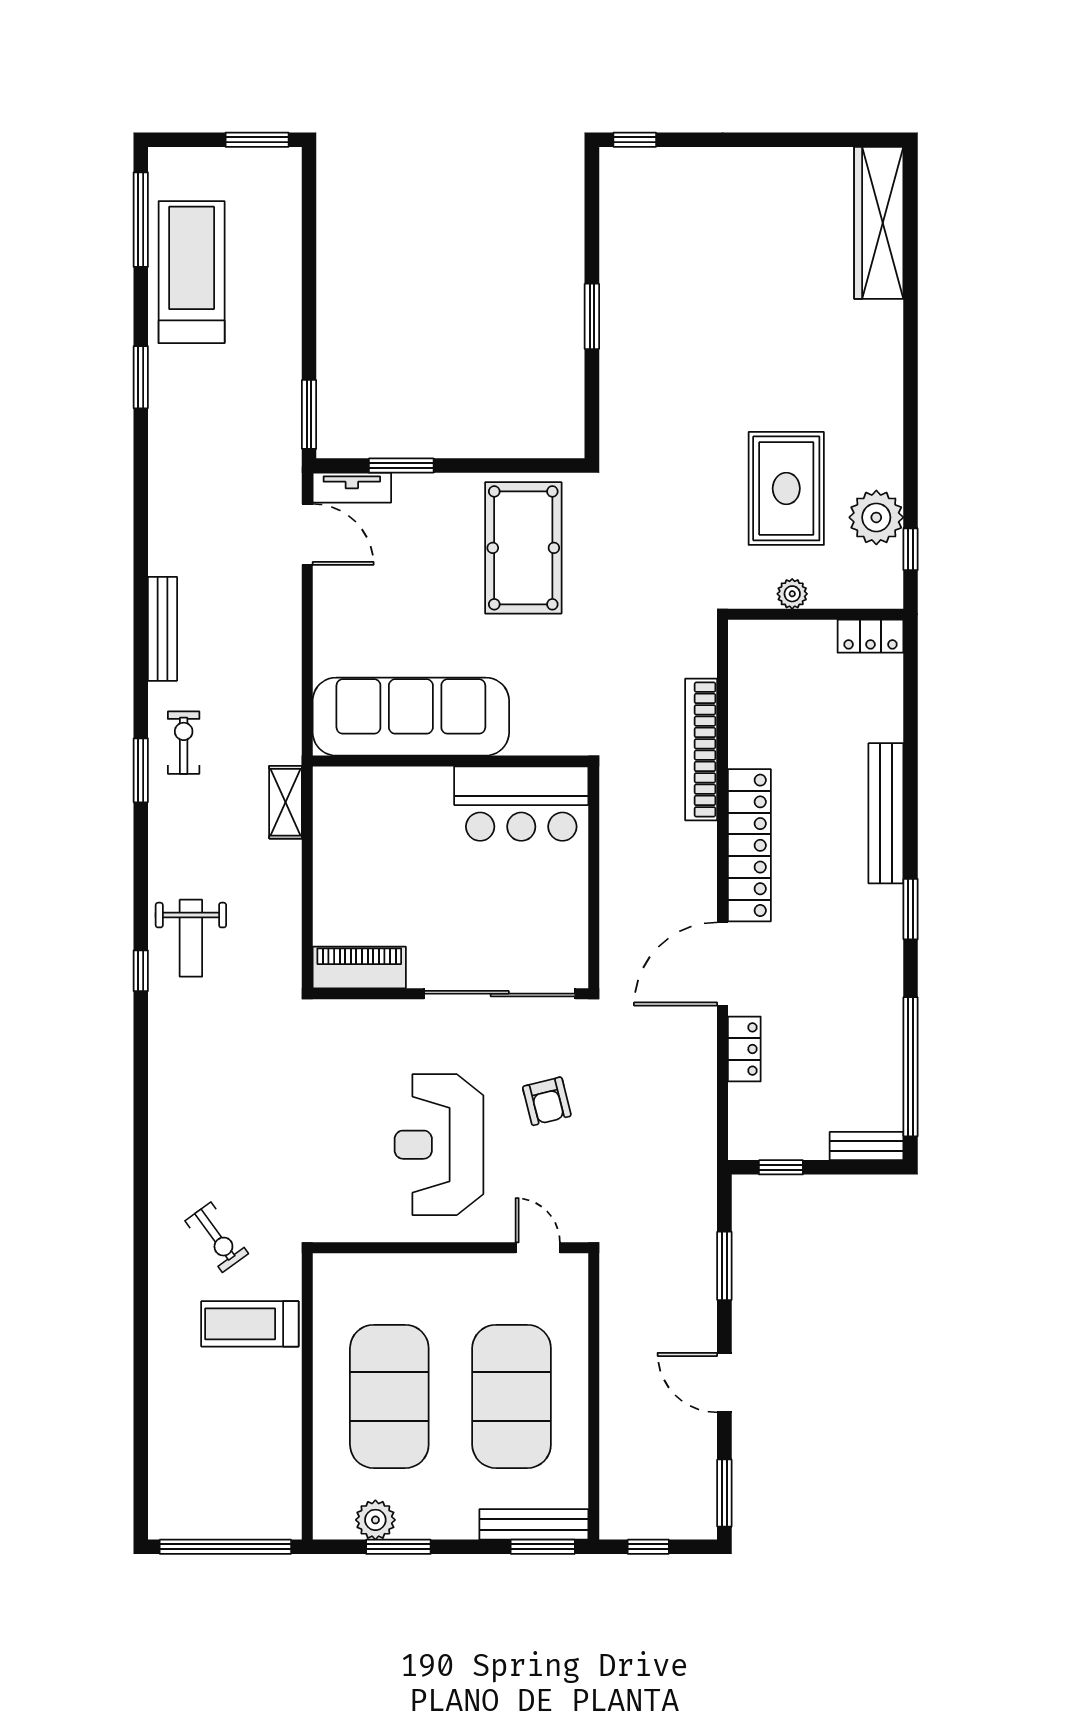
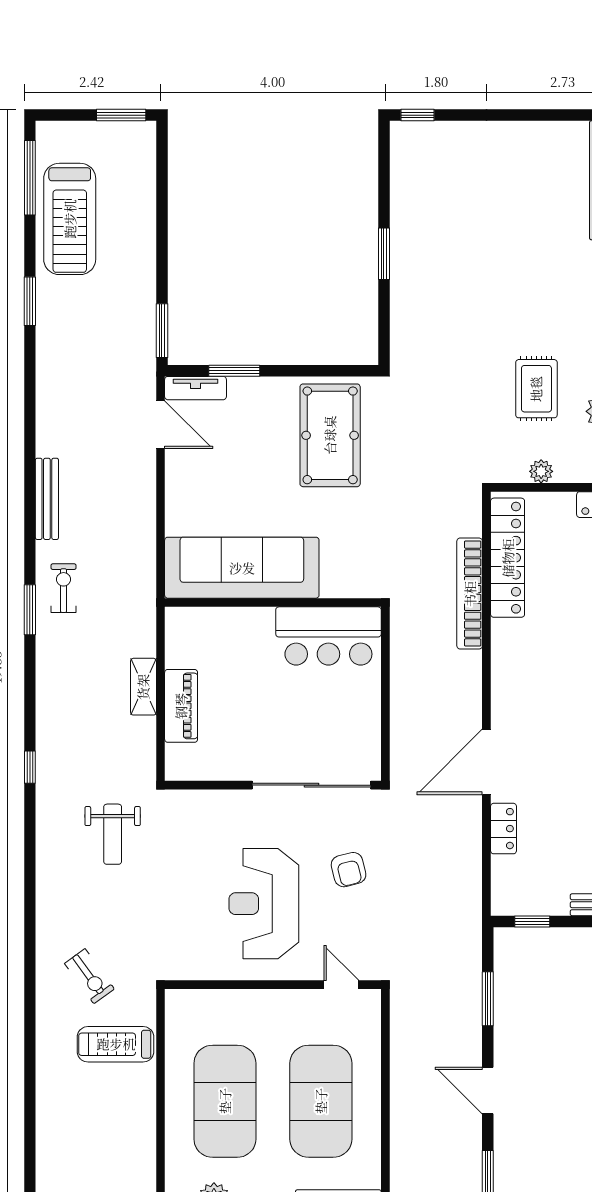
treadmill: (192, 272) -> (70, 219), turned 180
rug: (786, 488) -> (536, 389), width x0.73, depth x0.70
shelving: (286, 802) -> (143, 687), moved
locker: (749, 845) -> (508, 558), moved
weight bench: (191, 938) -> (113, 834), moved
piano: (359, 967) -> (181, 706), moved, turned 90

